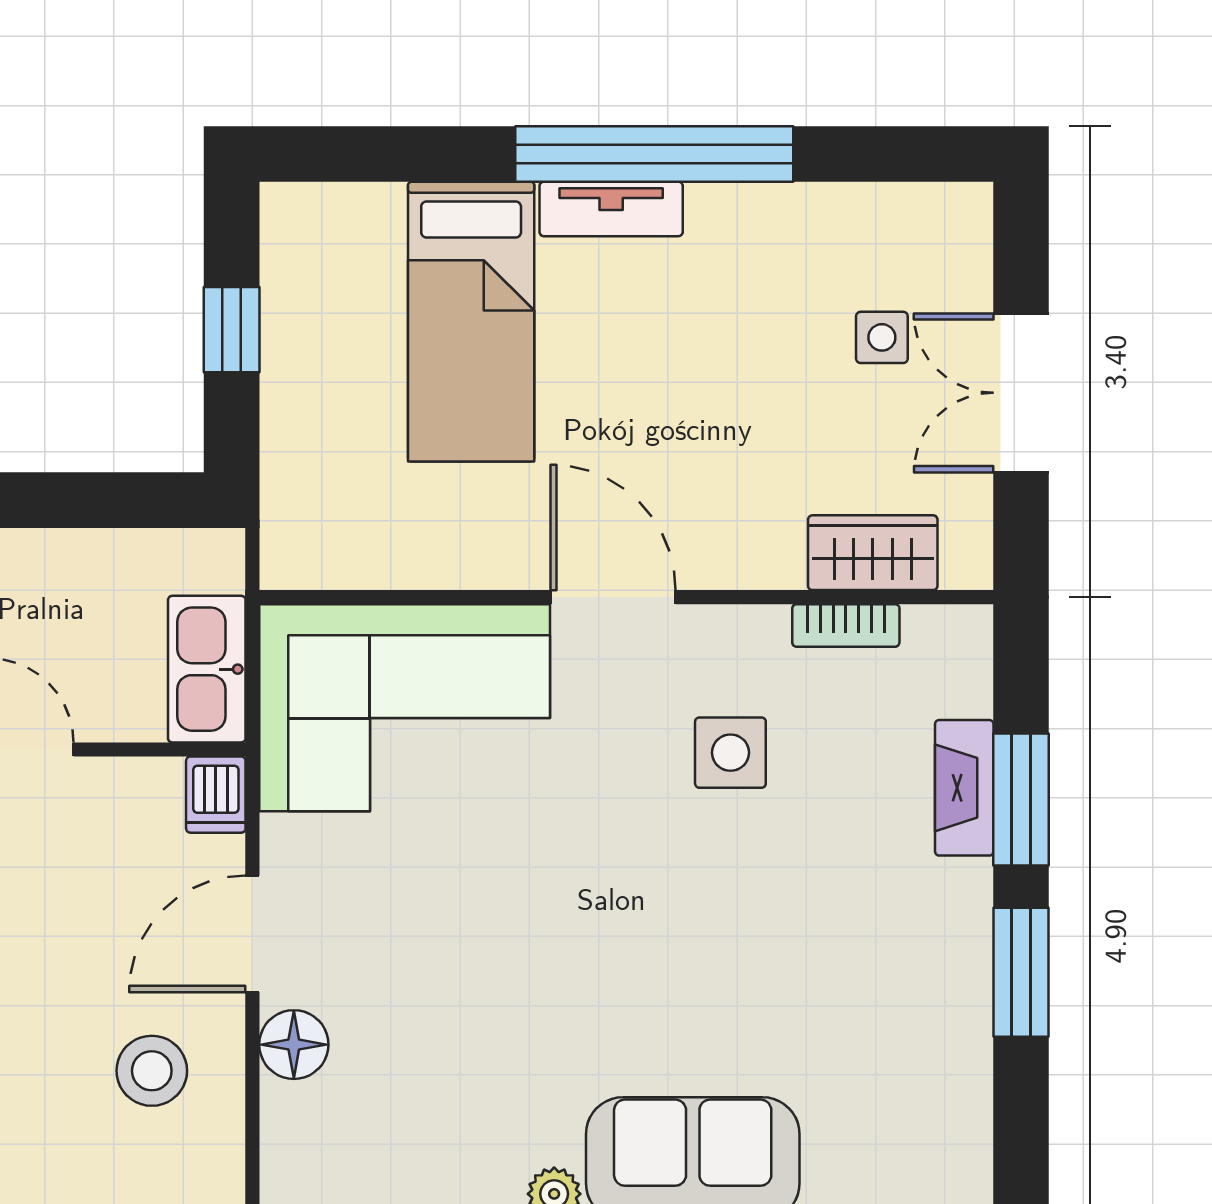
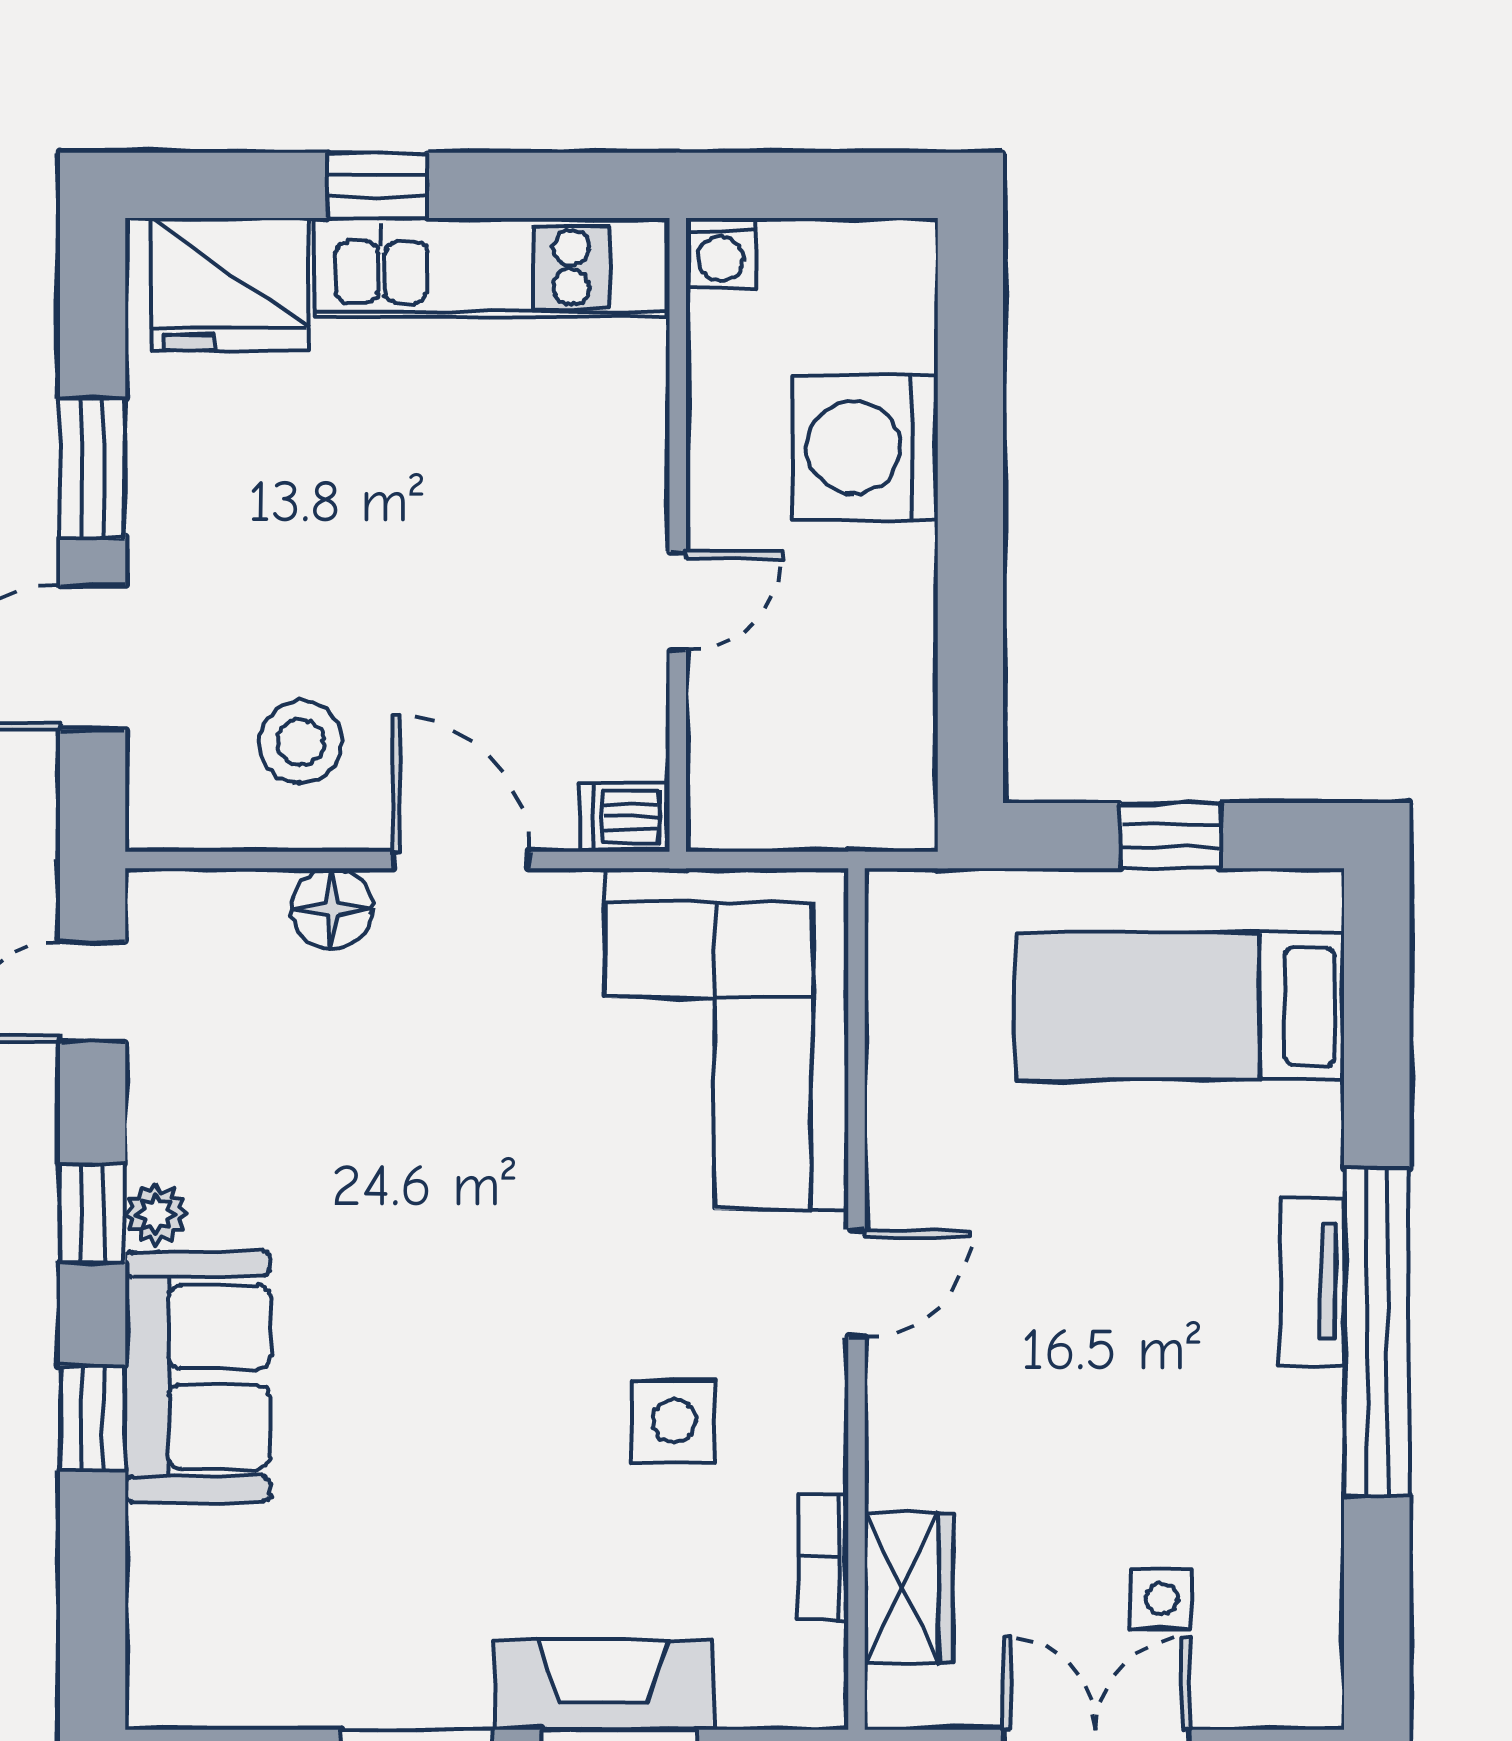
bed: (471, 322) -> (1180, 1007), moved
door: (613, 597) -> (857, 1283), width x0.73
kitchen sink: (207, 669) -> (772, 807), removed
fireplace: (964, 788) -> (603, 1685), width x1.37, depth x1.32

